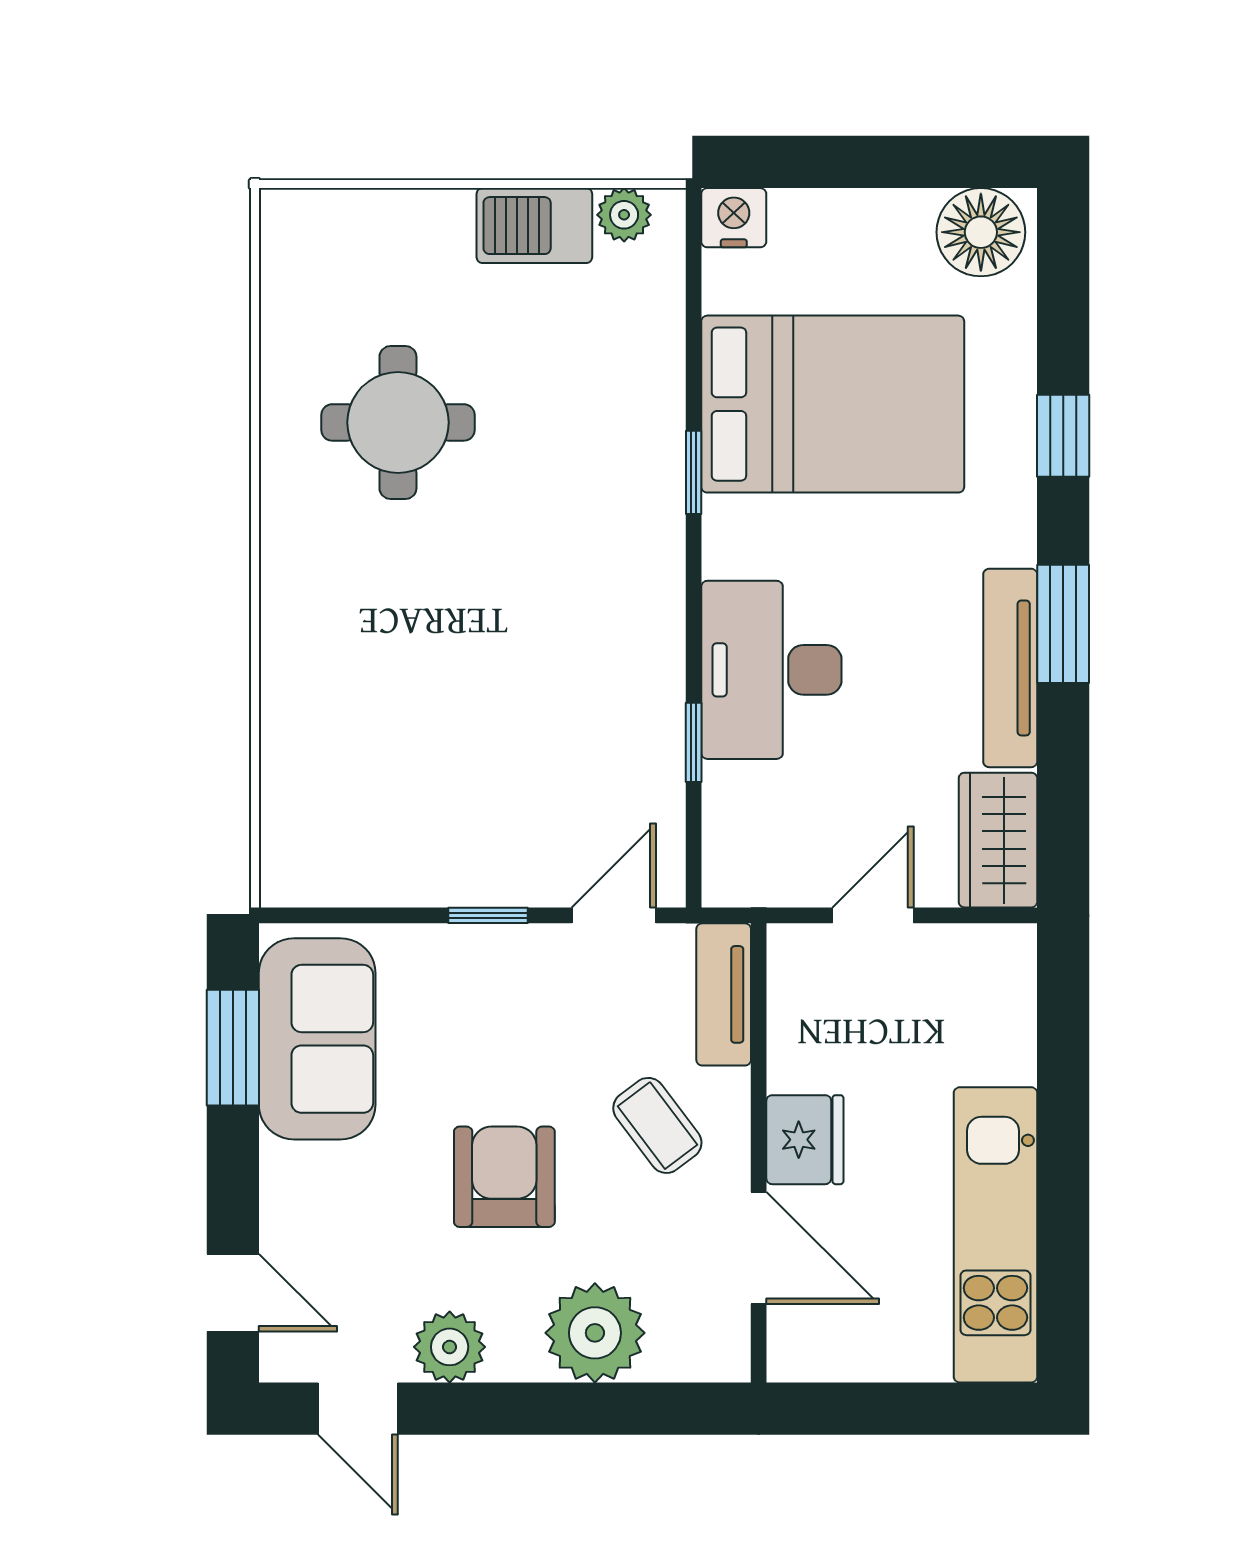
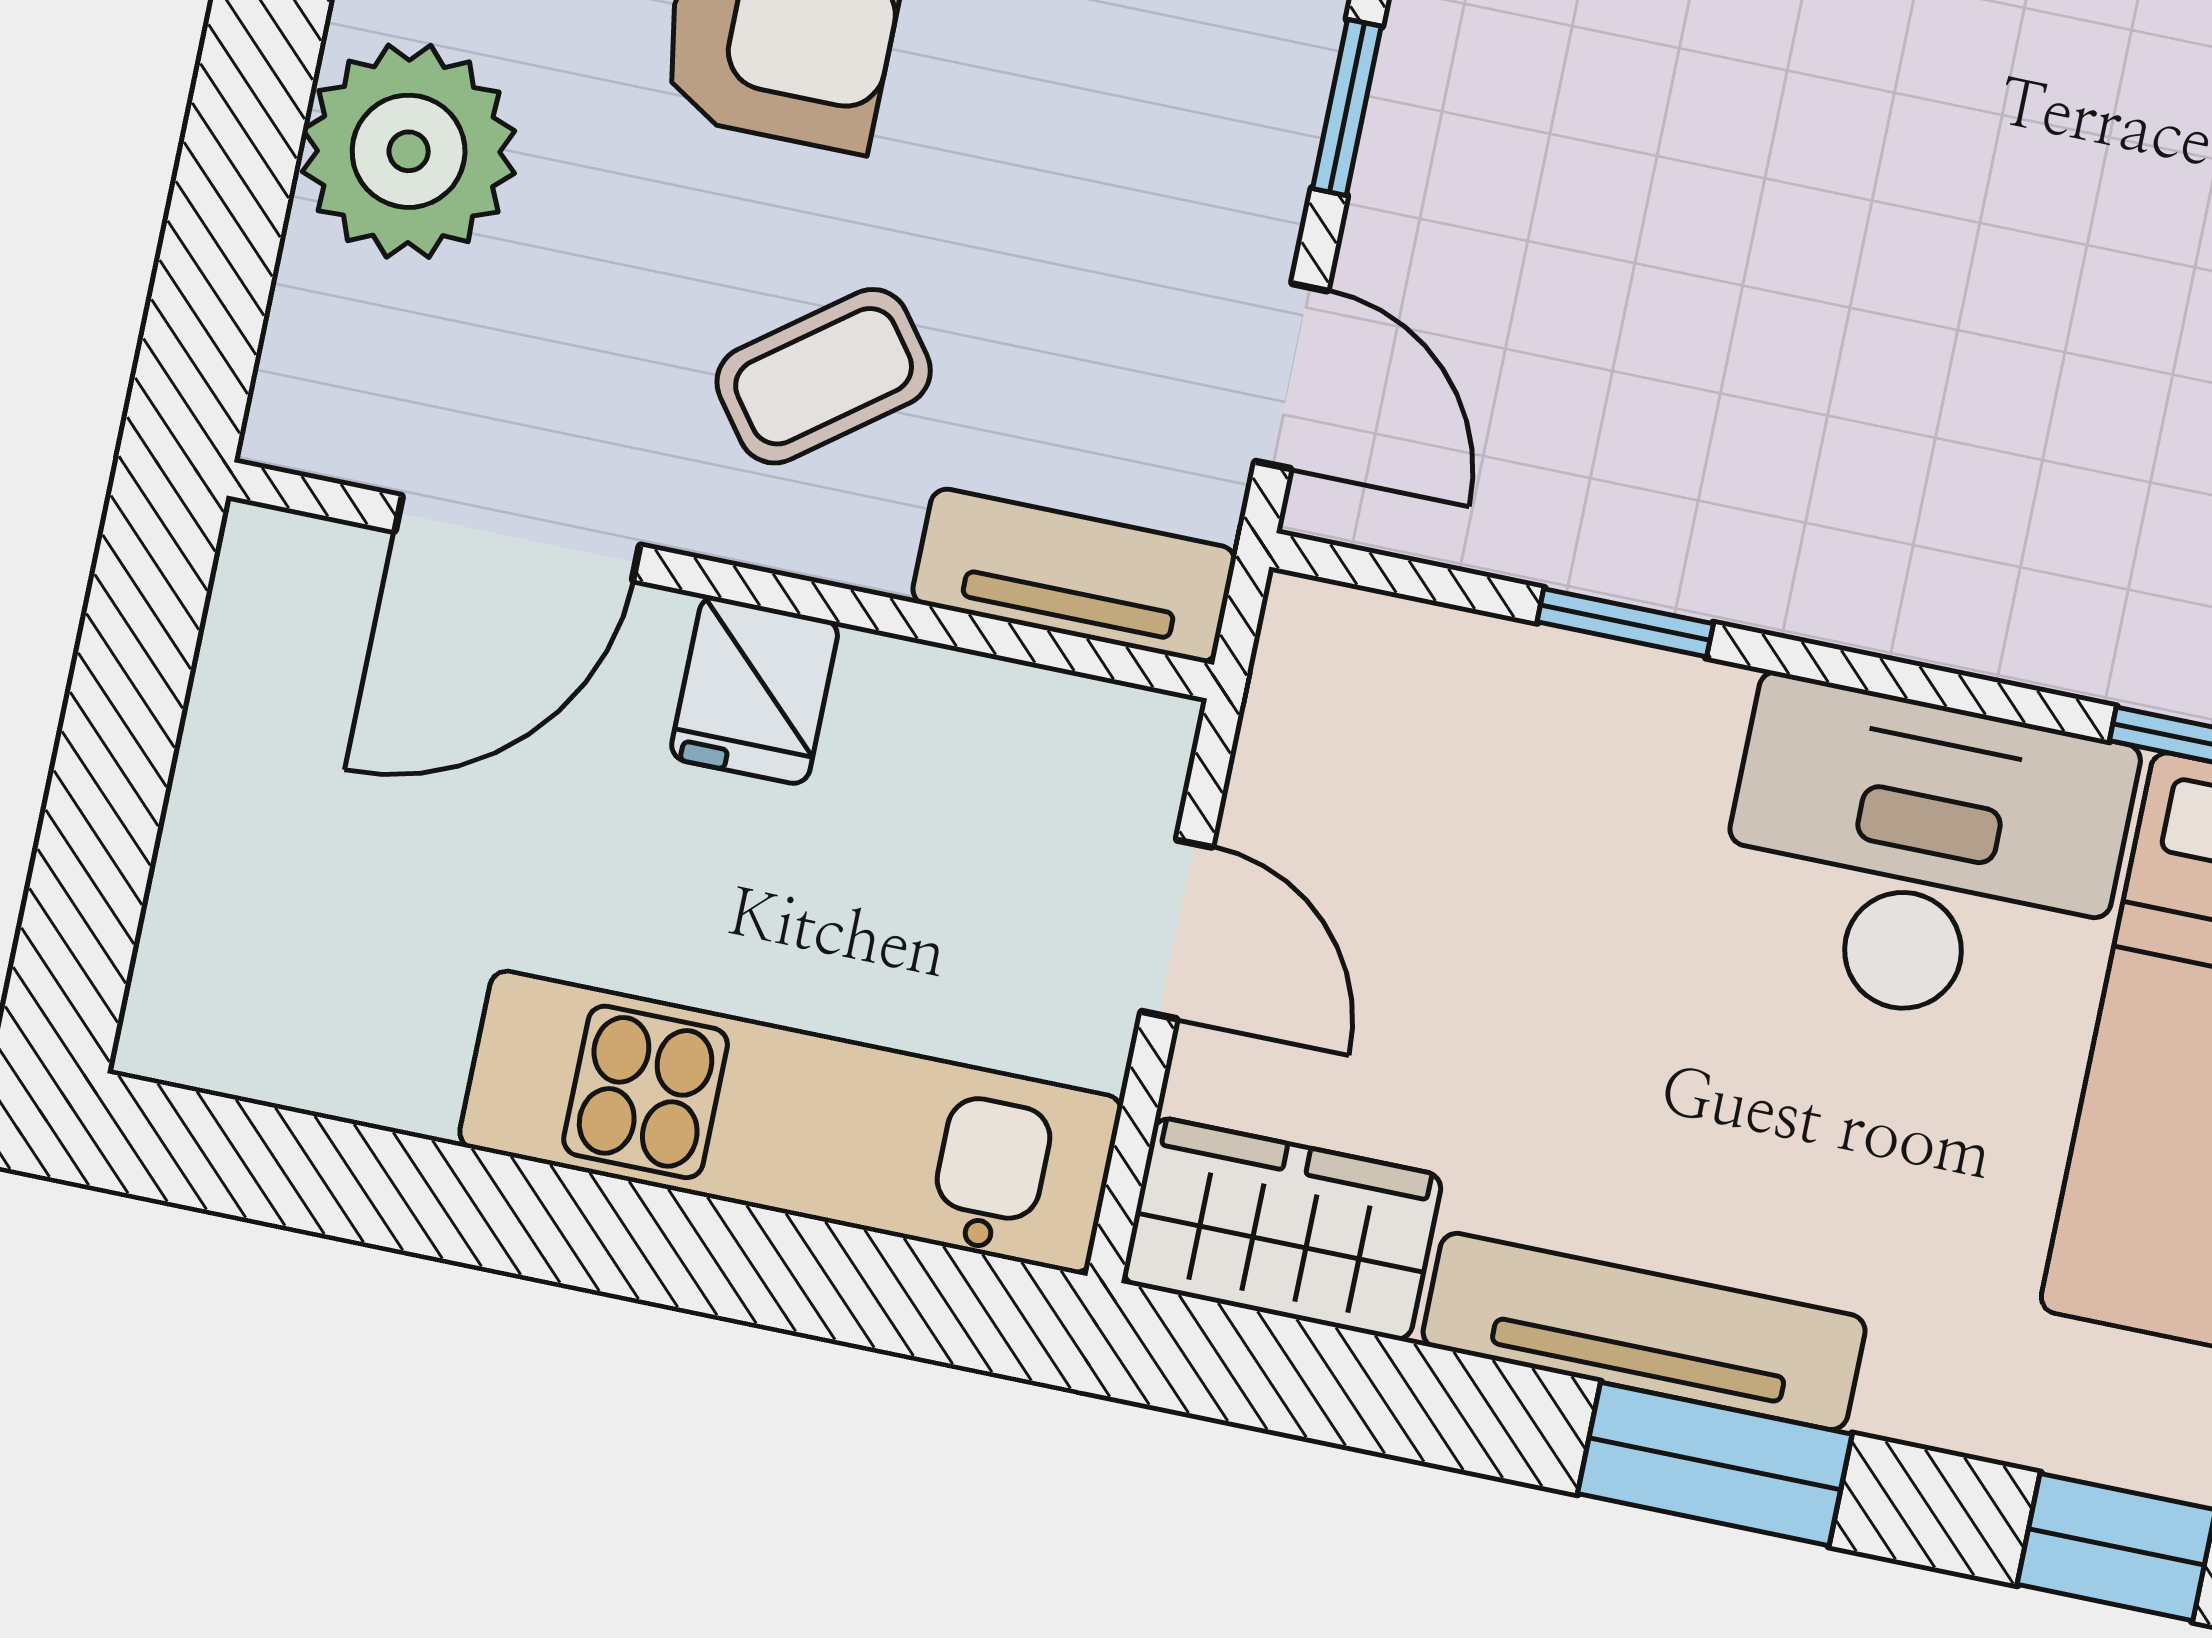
desk: (771, 670) -> (1922, 858), moved
fridge: (805, 1140) -> (755, 690), width x0.72
kitchen unit: (995, 1235) -> (791, 1122), moved

